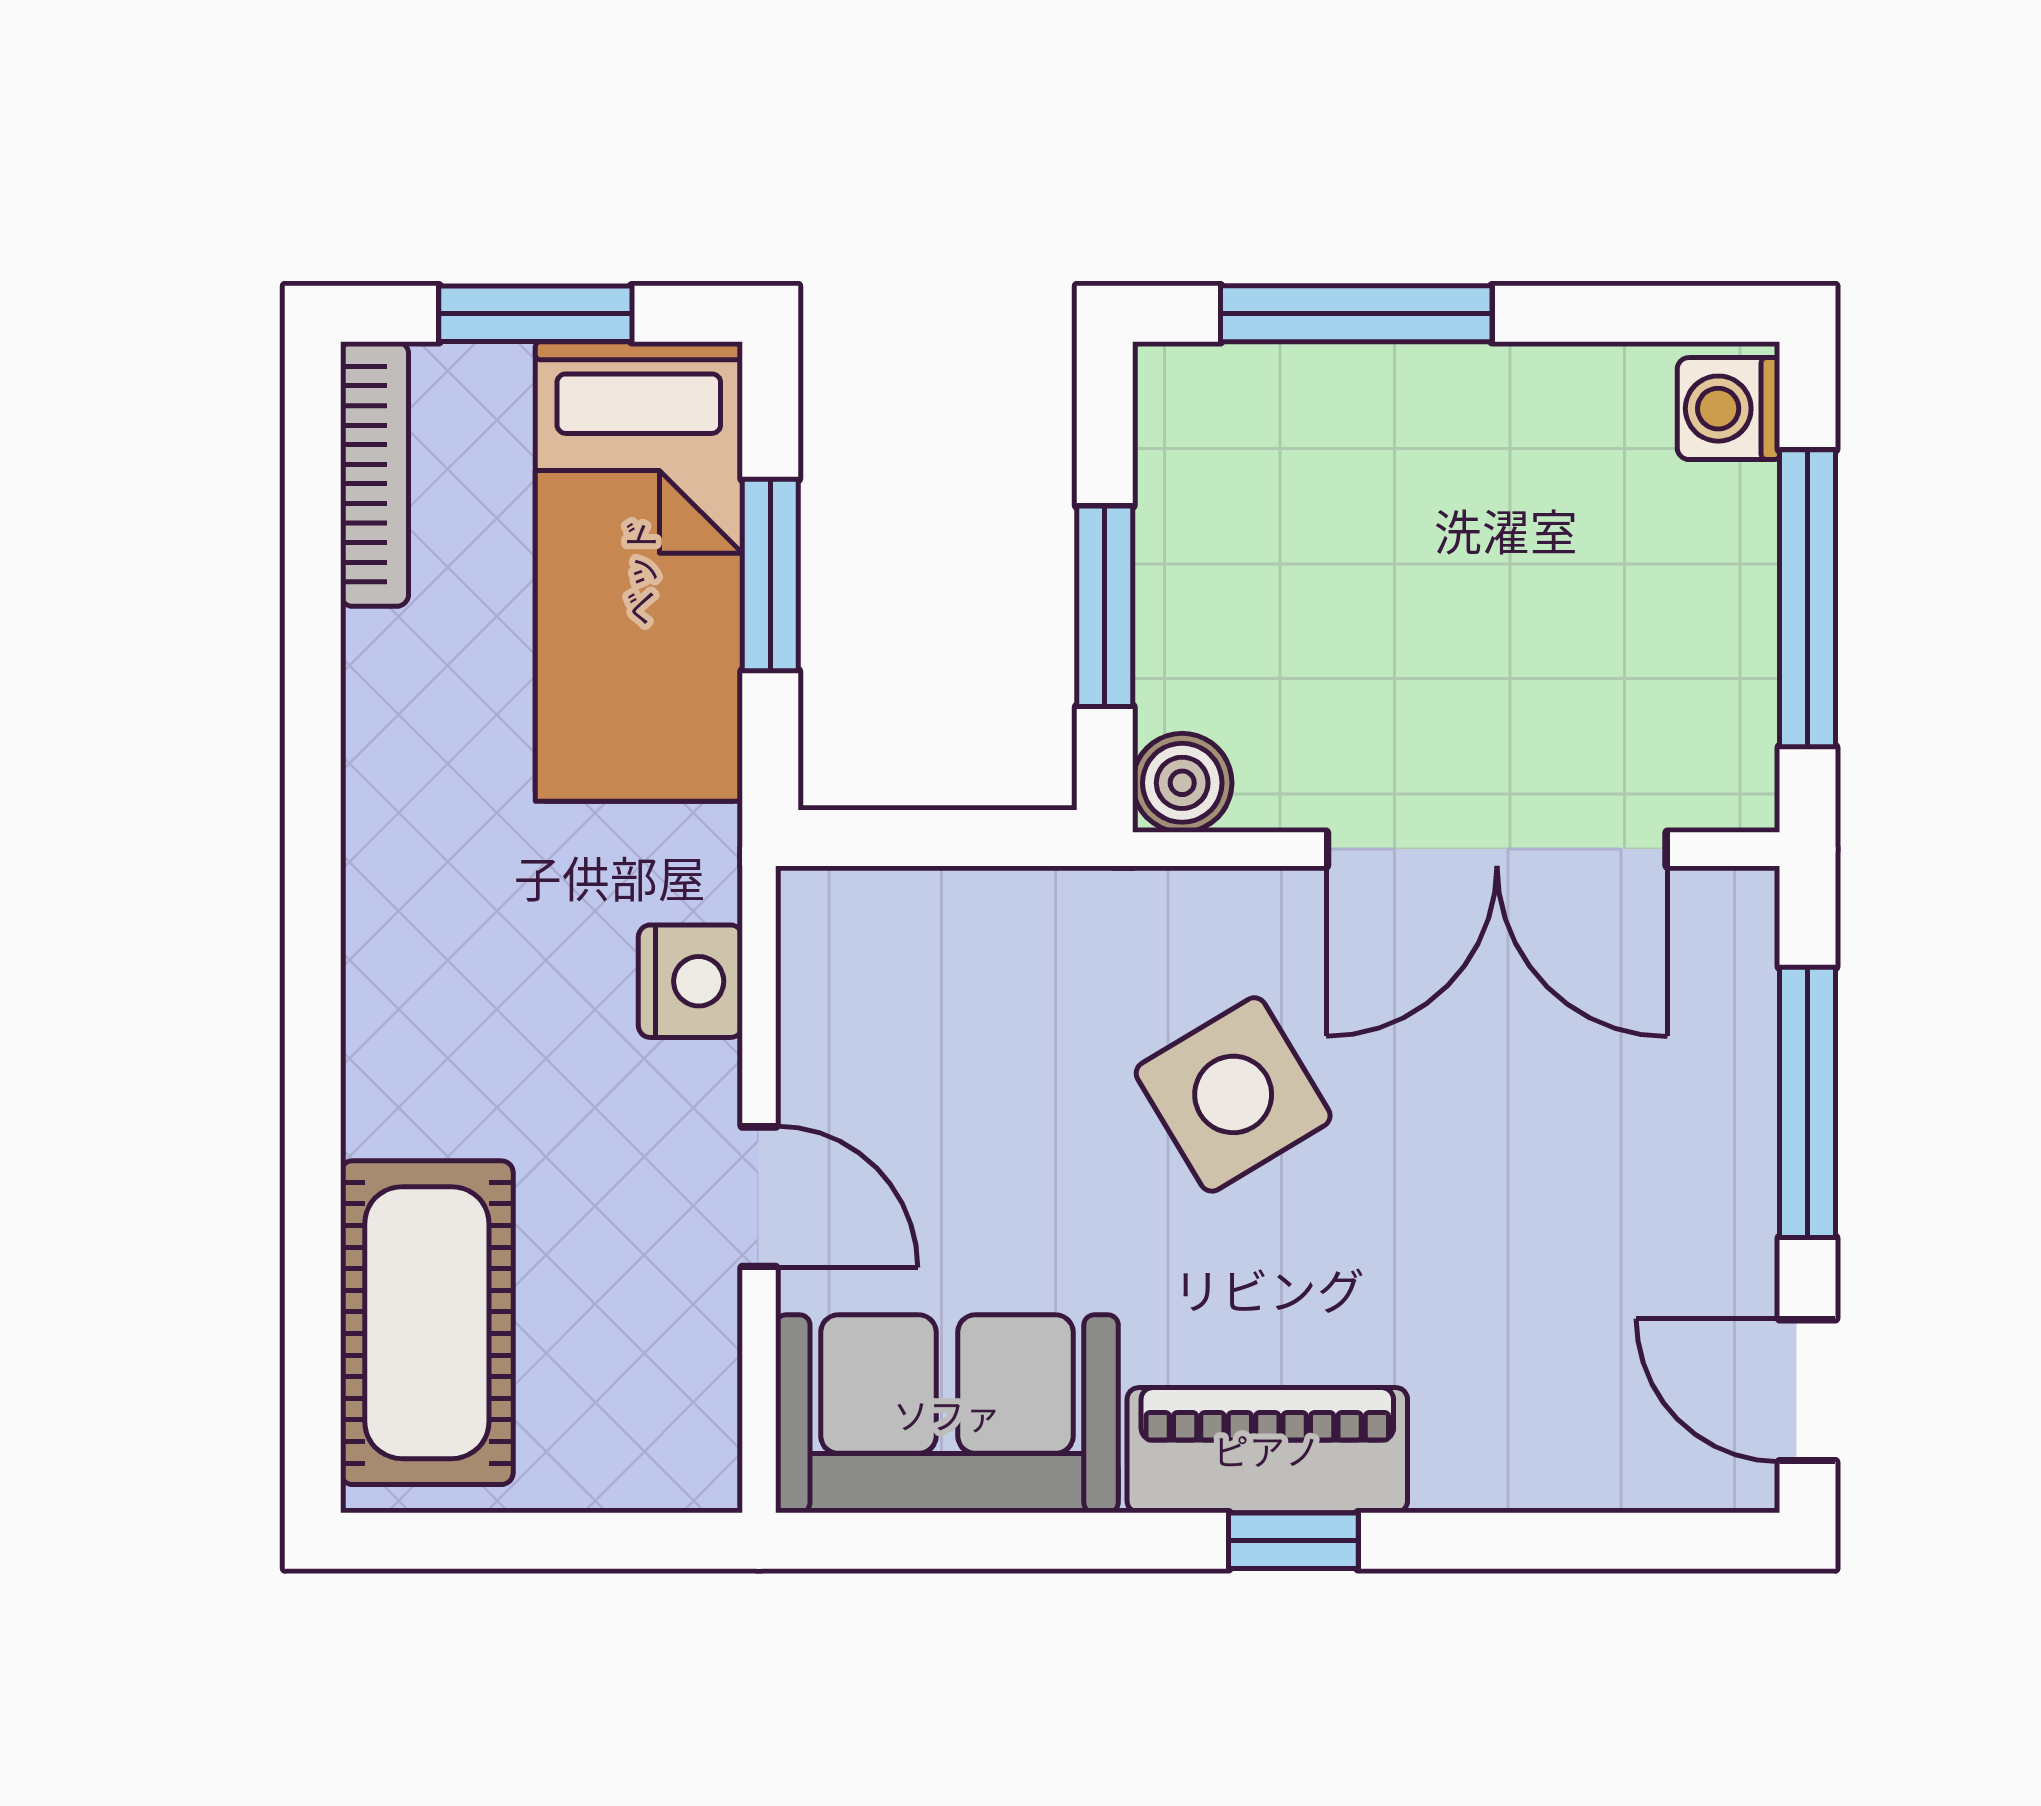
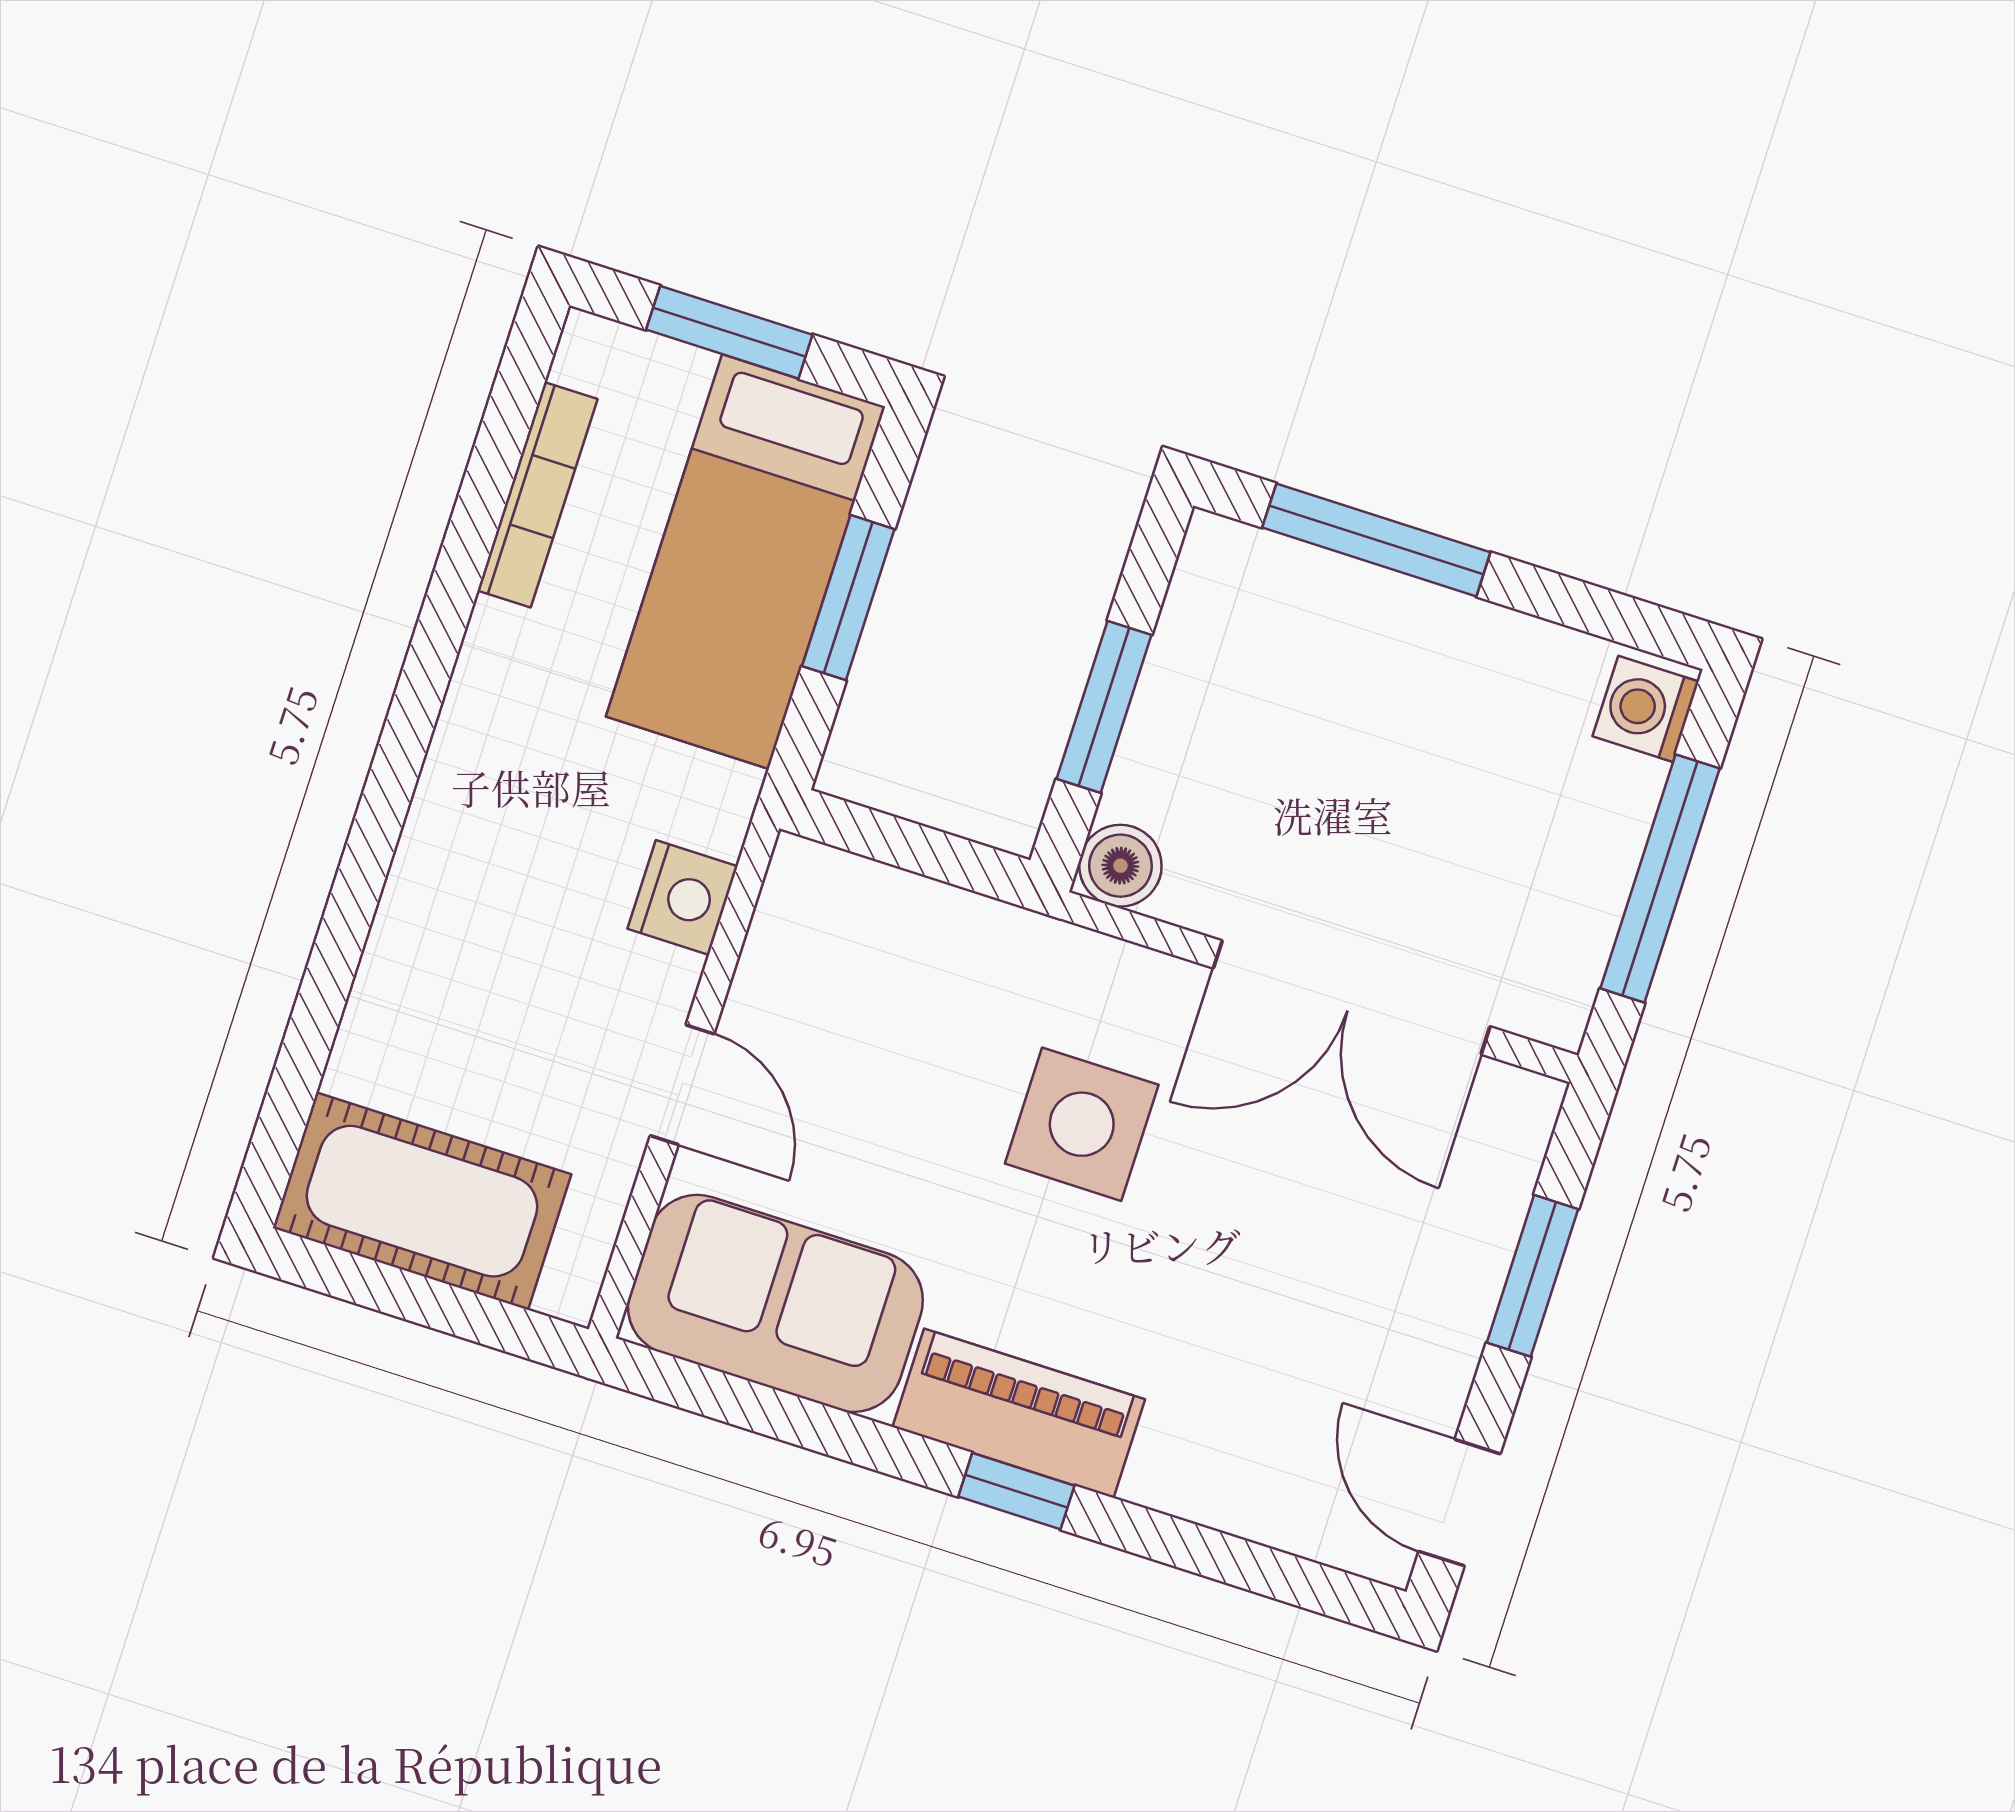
bookcase: (375, 474) -> (537, 495), moved
side table: (1233, 1094) -> (1082, 1124), turned 31
window: (1808, 1102) -> (1532, 1276), width x0.69
cot: (427, 1323) -> (422, 1201), moved, turned 90

